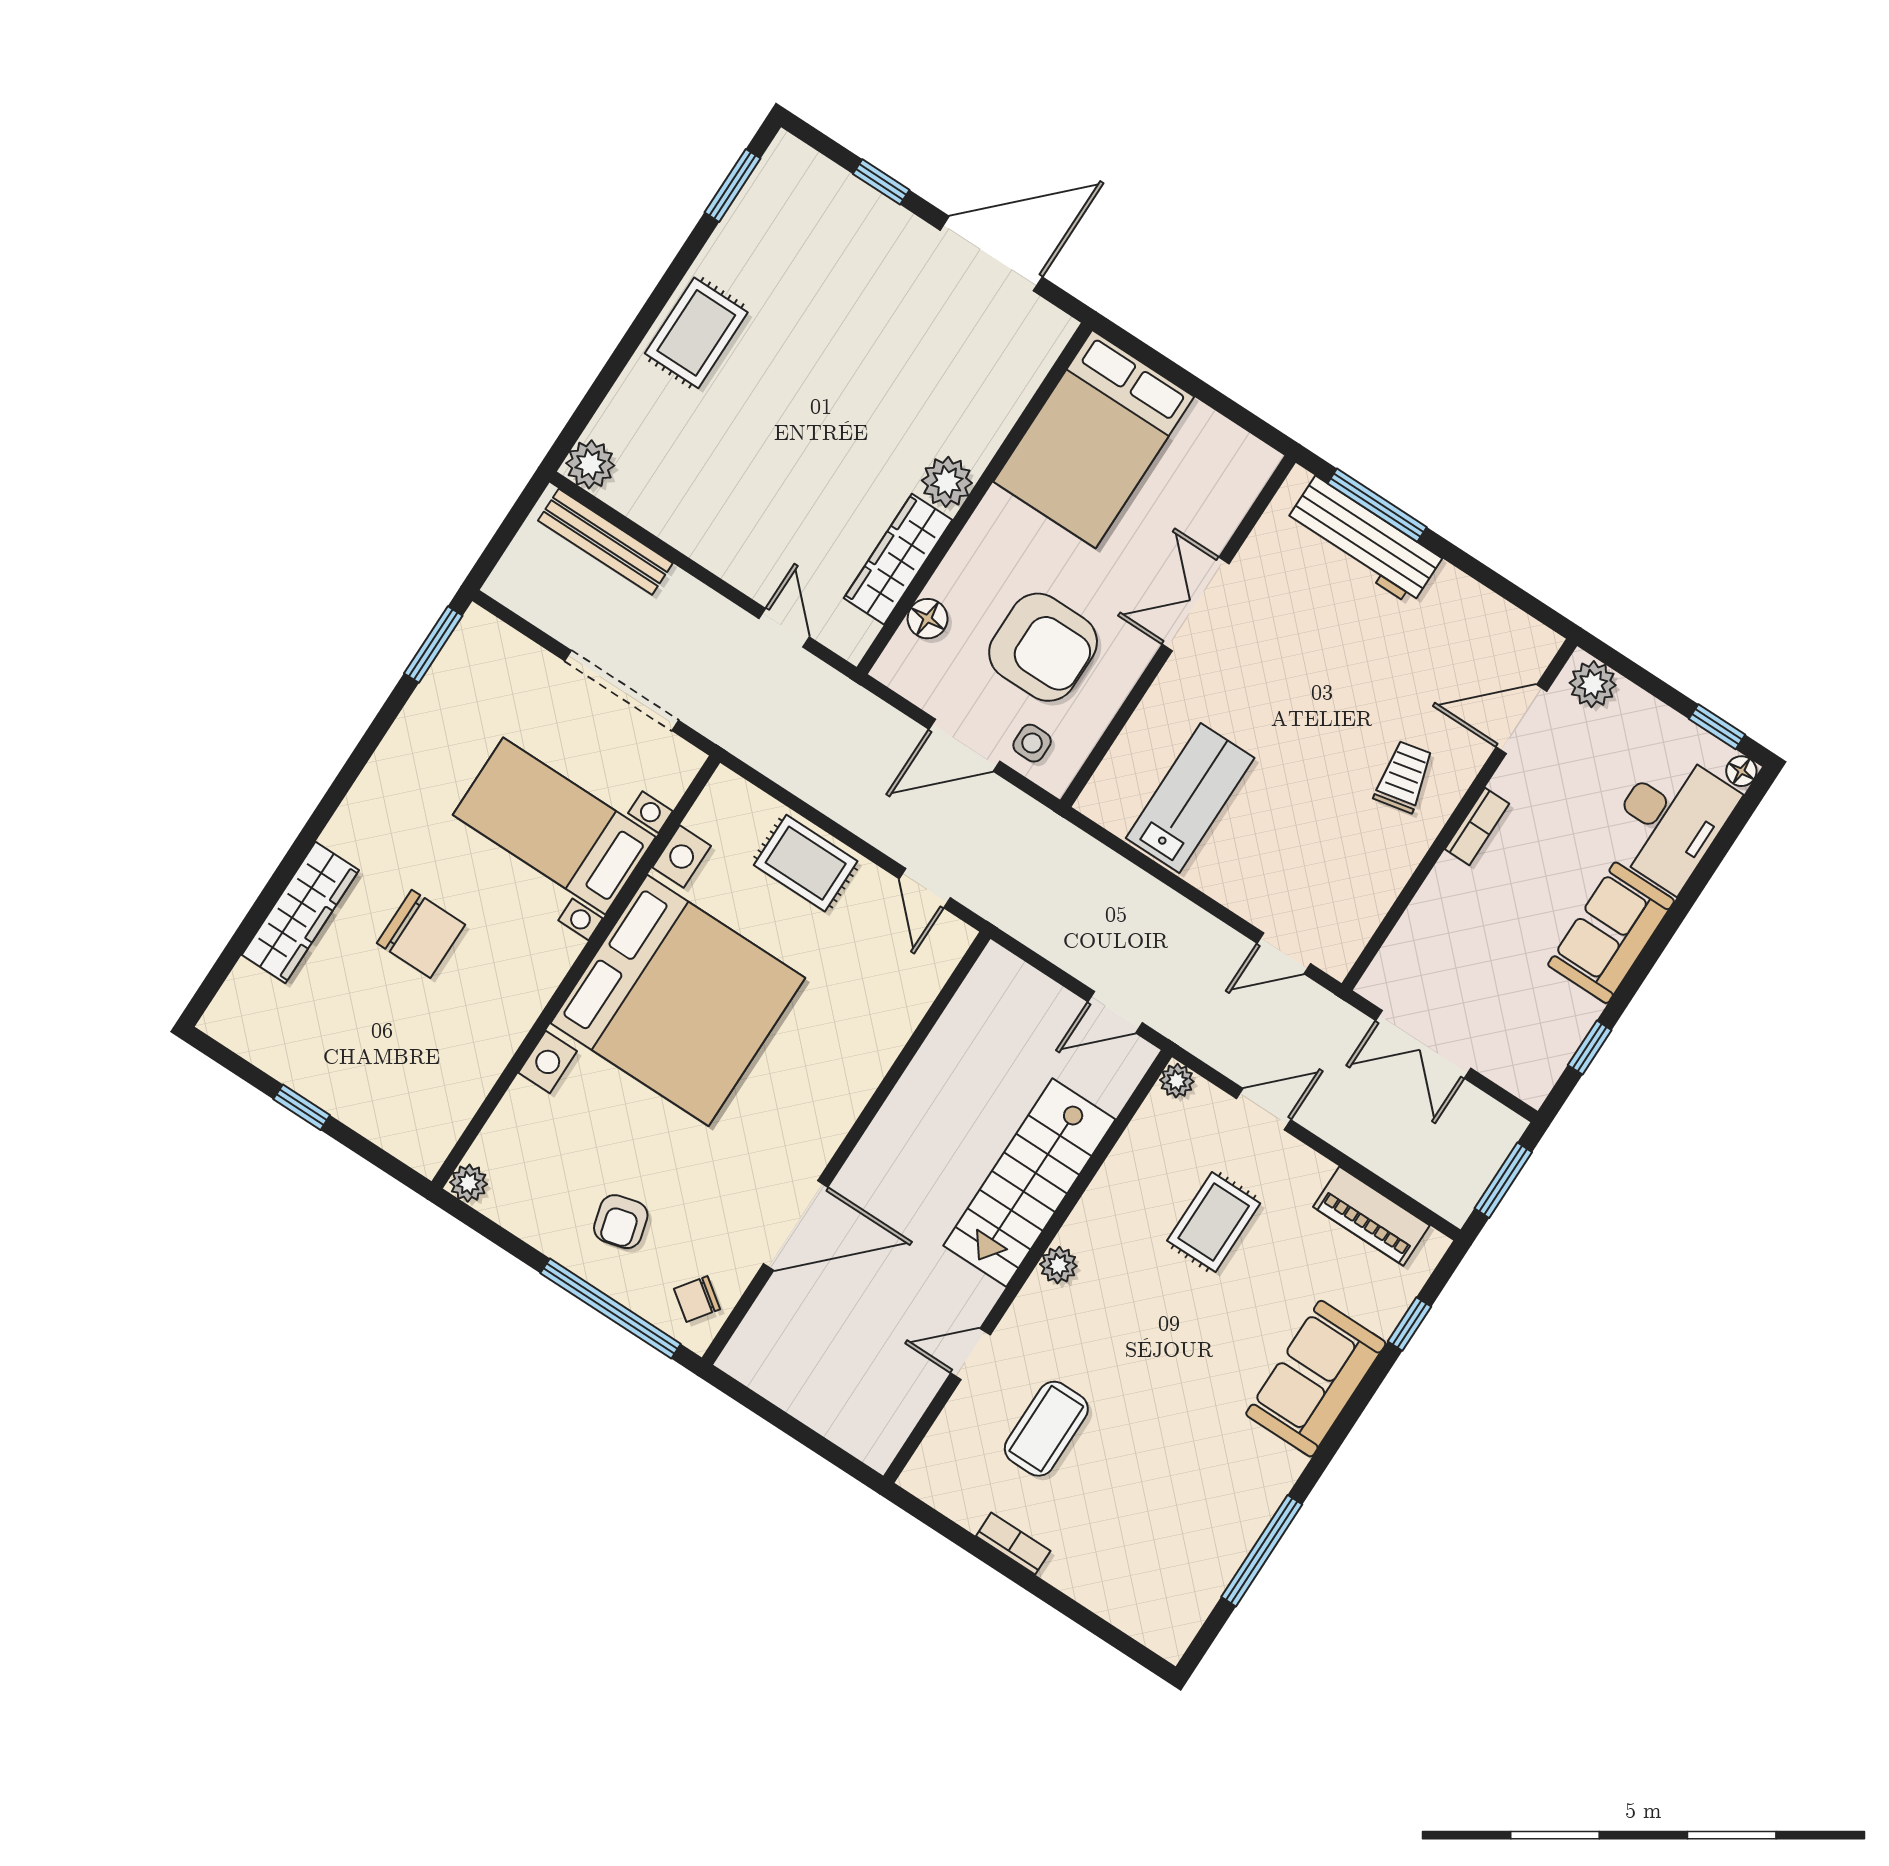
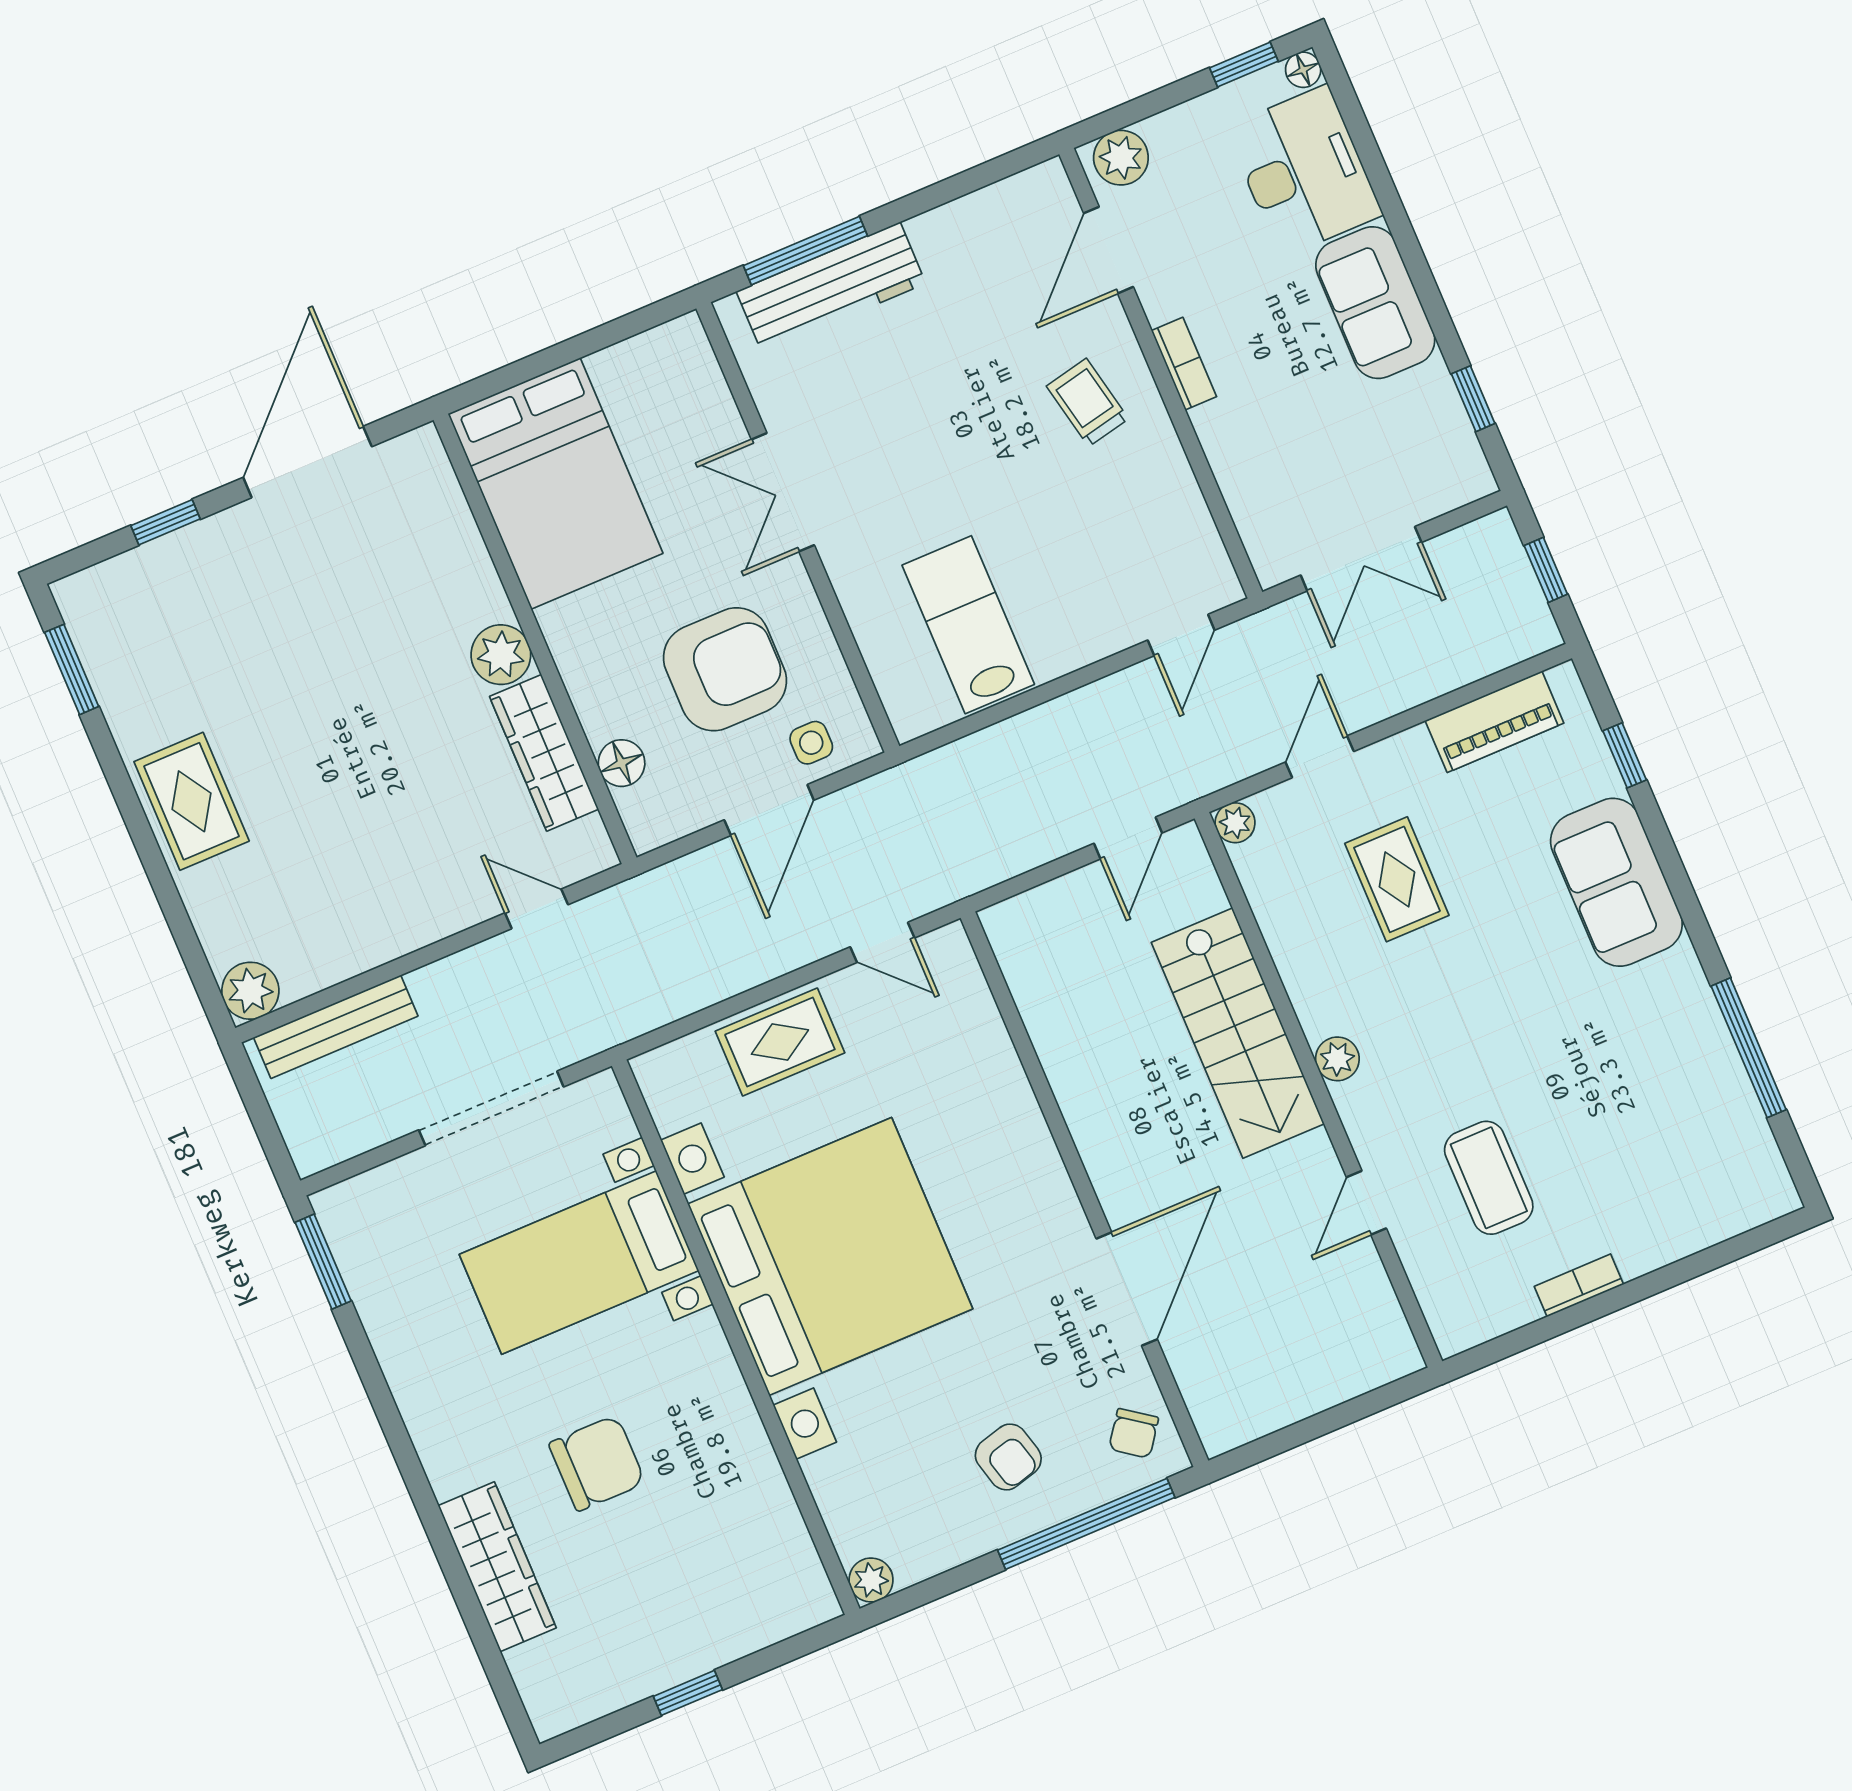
window: (1503, 1180) -> (1546, 570), width x0.67

